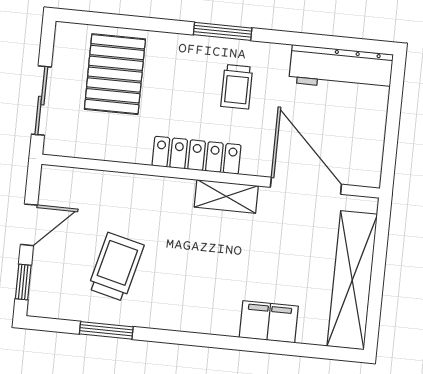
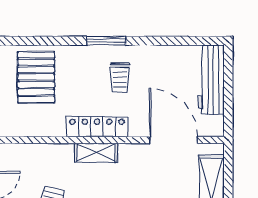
workbench: (341, 68) -> (211, 80), moved, turned 90
shelving: (226, 196) -> (96, 153), moved

